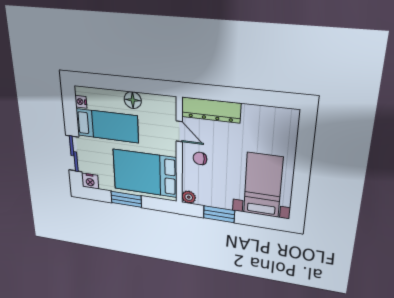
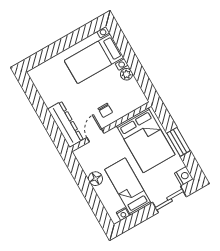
plant: (189, 197) -> (126, 74), moved
window: (219, 214) -> (139, 72), removed

